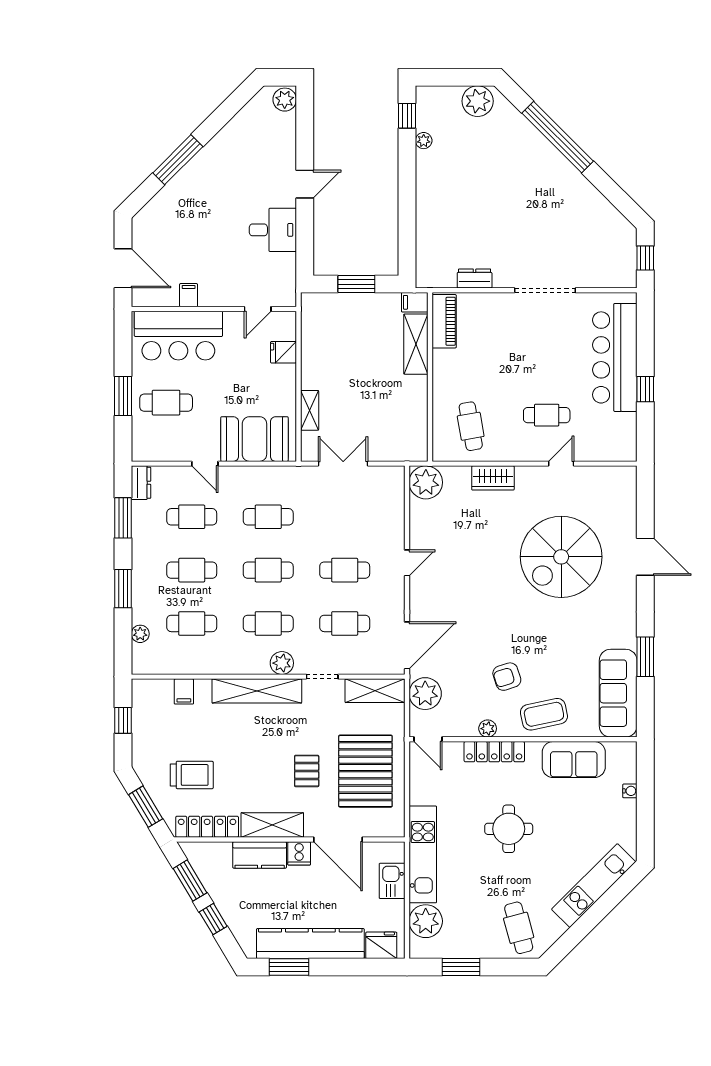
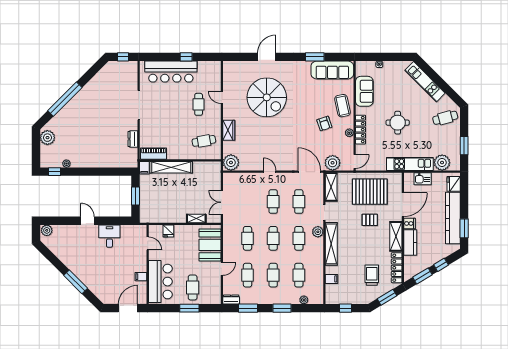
shelving: (416, 344) -> (171, 167), width x1.47

